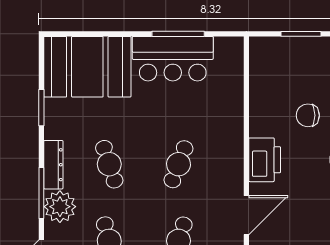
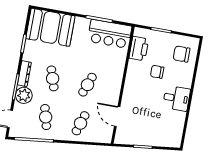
bar counter: (173, 59) -> (110, 34), moved
printer: (265, 160) -> (139, 49), moved
door: (246, 215) -> (117, 117), swing flipped

